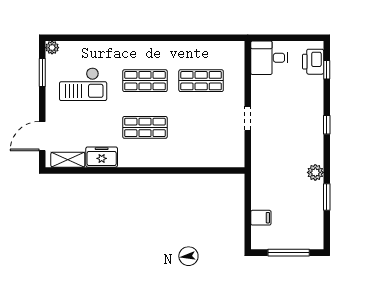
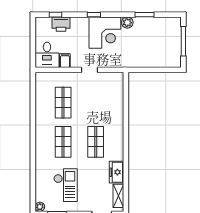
printer: (313, 62) -> (61, 24), moved
corner desk: (301, 140) -> (105, 33), added
filing cabinet: (261, 218) -> (65, 61), moved

